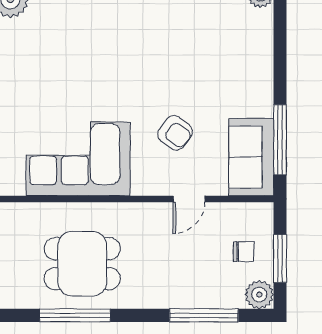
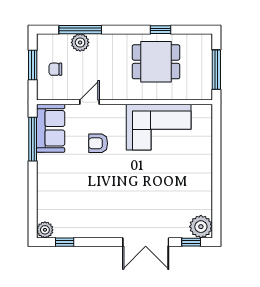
armchair: (175, 133) -> (98, 143), turned -37
plant: (259, 295) -> (80, 42), moved
window: (75, 315) -> (161, 30), width x0.46

